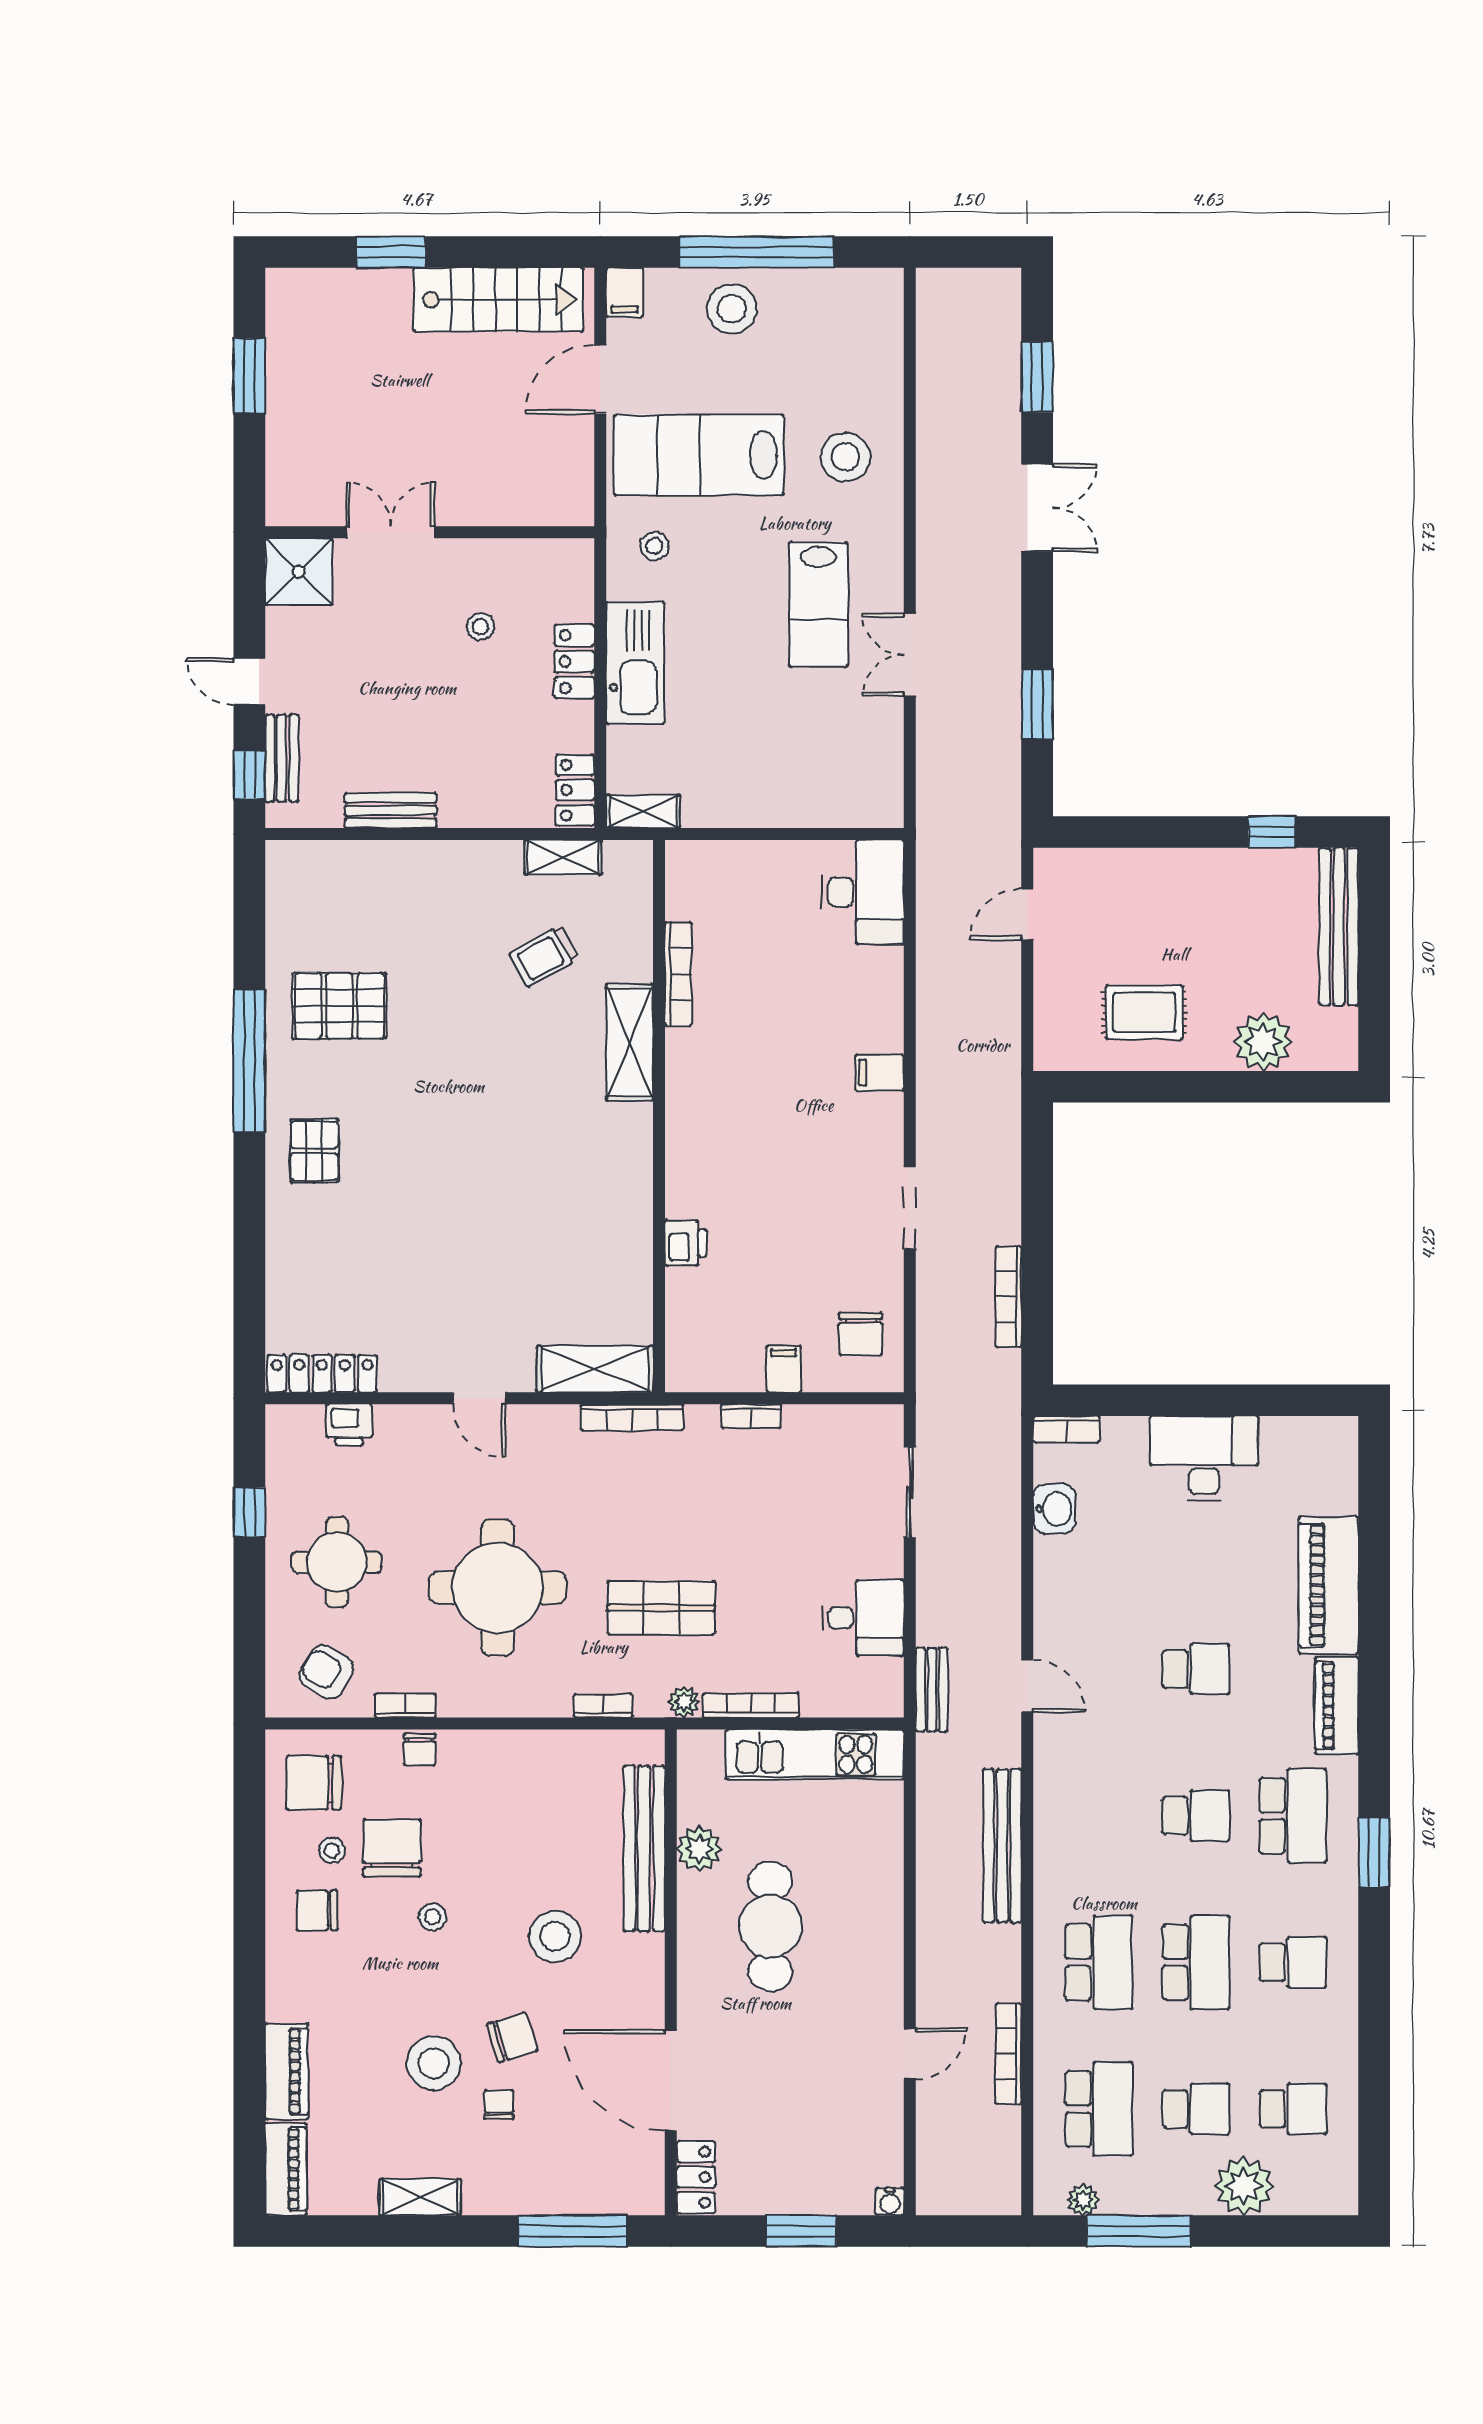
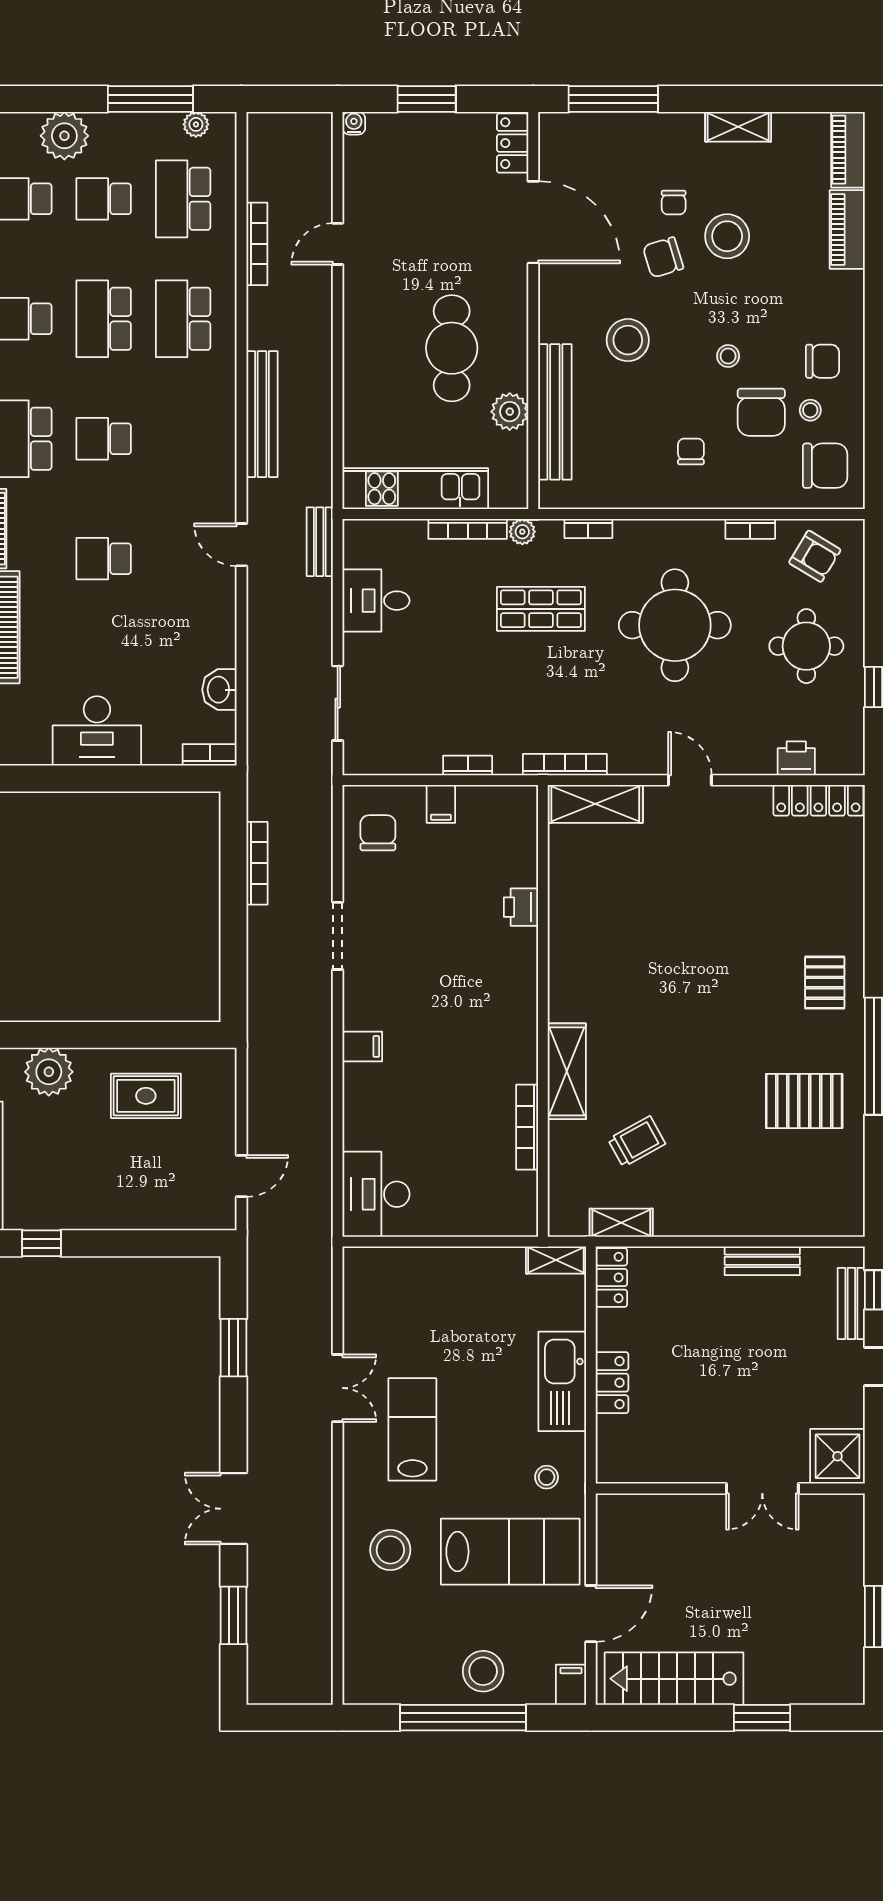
stool: (480, 626) -> (689, 1411), removed
chair: (420, 1749) -> (691, 451), moved

